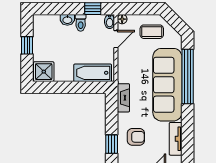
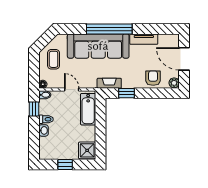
door: (116, 39) -> (72, 90), moved
window: (188, 77) -> (109, 29), moved
armchair: (136, 137) -> (153, 78), moved
window: (112, 144) -> (126, 93), moved

